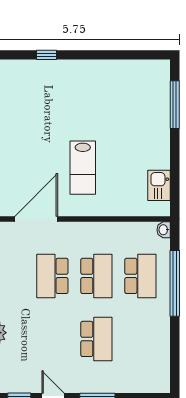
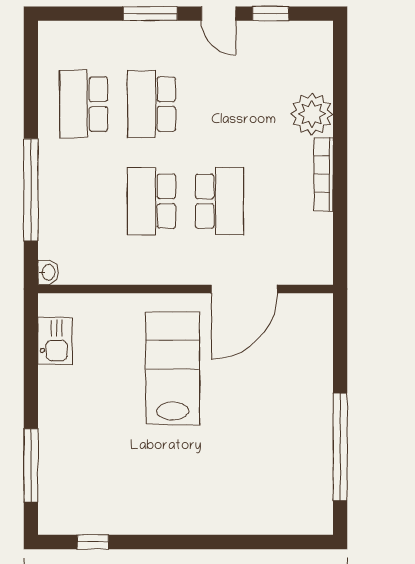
window: (47, 55) -> (93, 542), moved
lab bench: (83, 168) -> (173, 368), width x1.36, depth x1.39
school desk: (140, 276) -> (84, 104), moved

